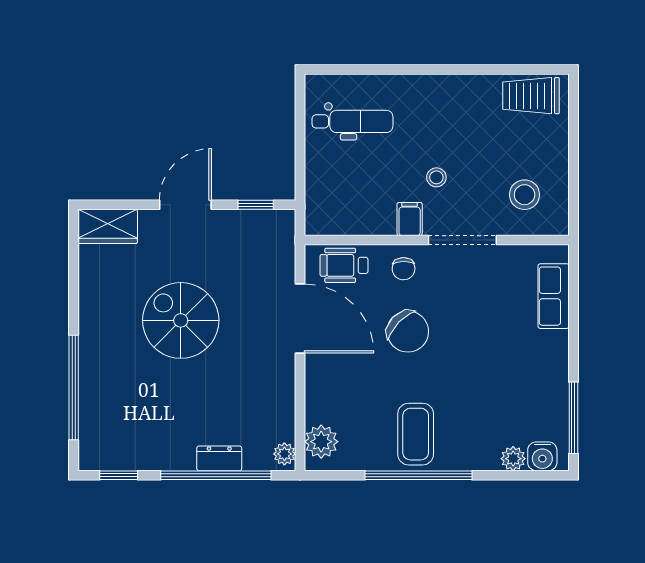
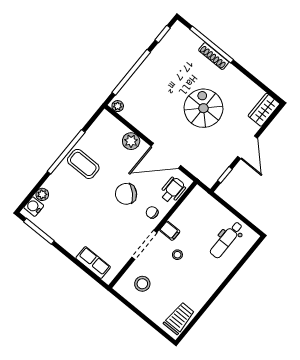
spiral stairs: (181, 320) -> (203, 108), turned -90
shoe rack: (89, 370) -> (214, 56), added
plant: (321, 442) -> (131, 141), moved
dresser: (219, 458) -> (137, 79), removed

